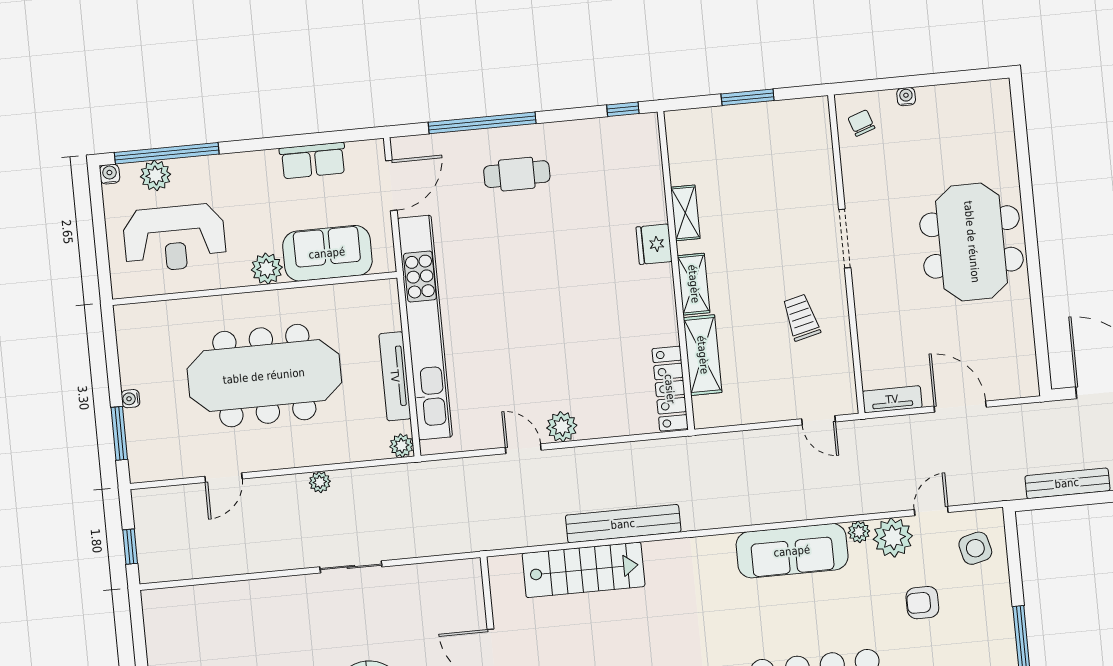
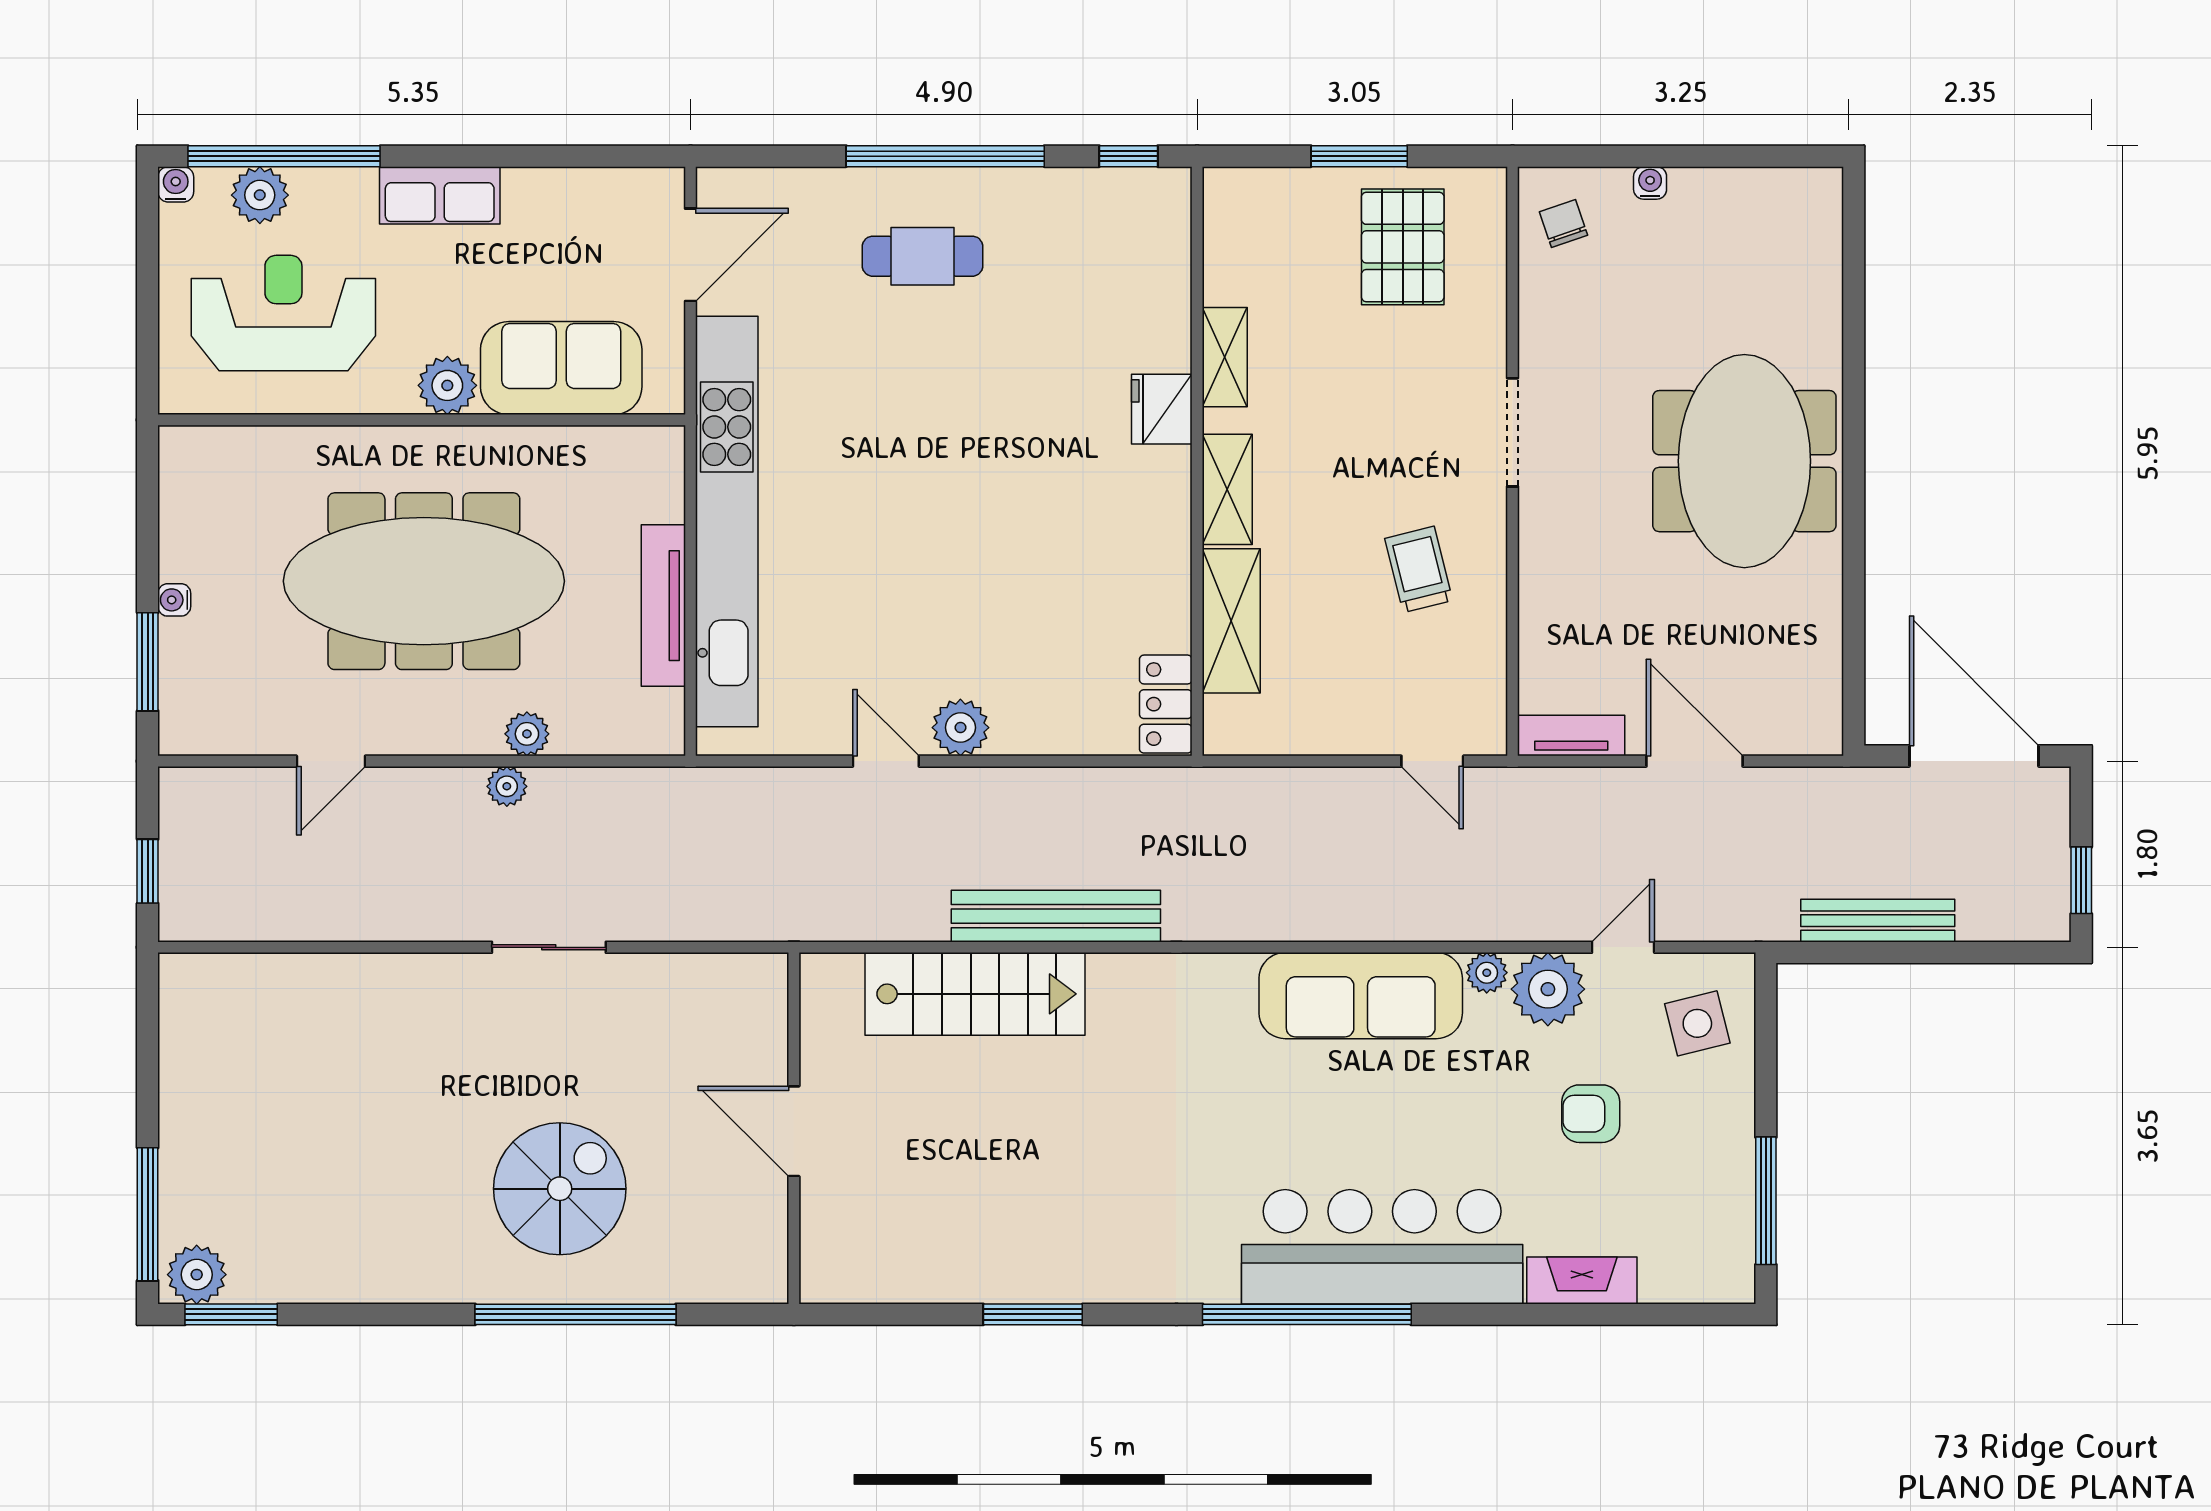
window: (482, 123) -> (945, 156), moved
pallet: (776, 144) -> (1403, 247), added
row of seats: (313, 160) -> (440, 195), moved
reception desk: (174, 238) -> (283, 313), turned 180
locker: (670, 389) -> (1166, 704), width x0.66
plant: (402, 446) -> (527, 734), moved

